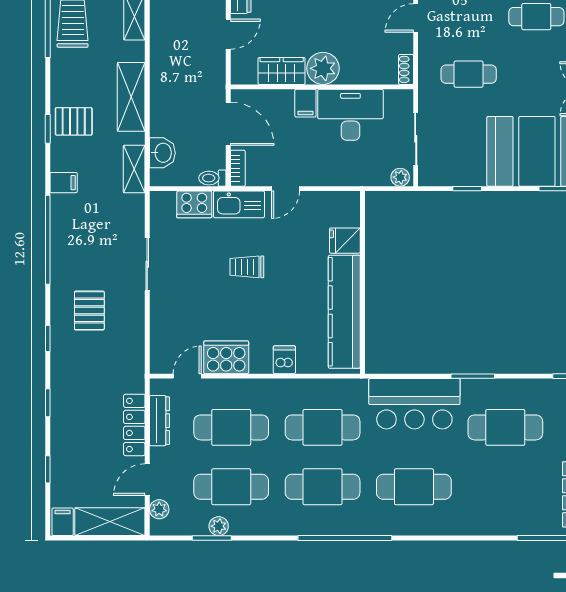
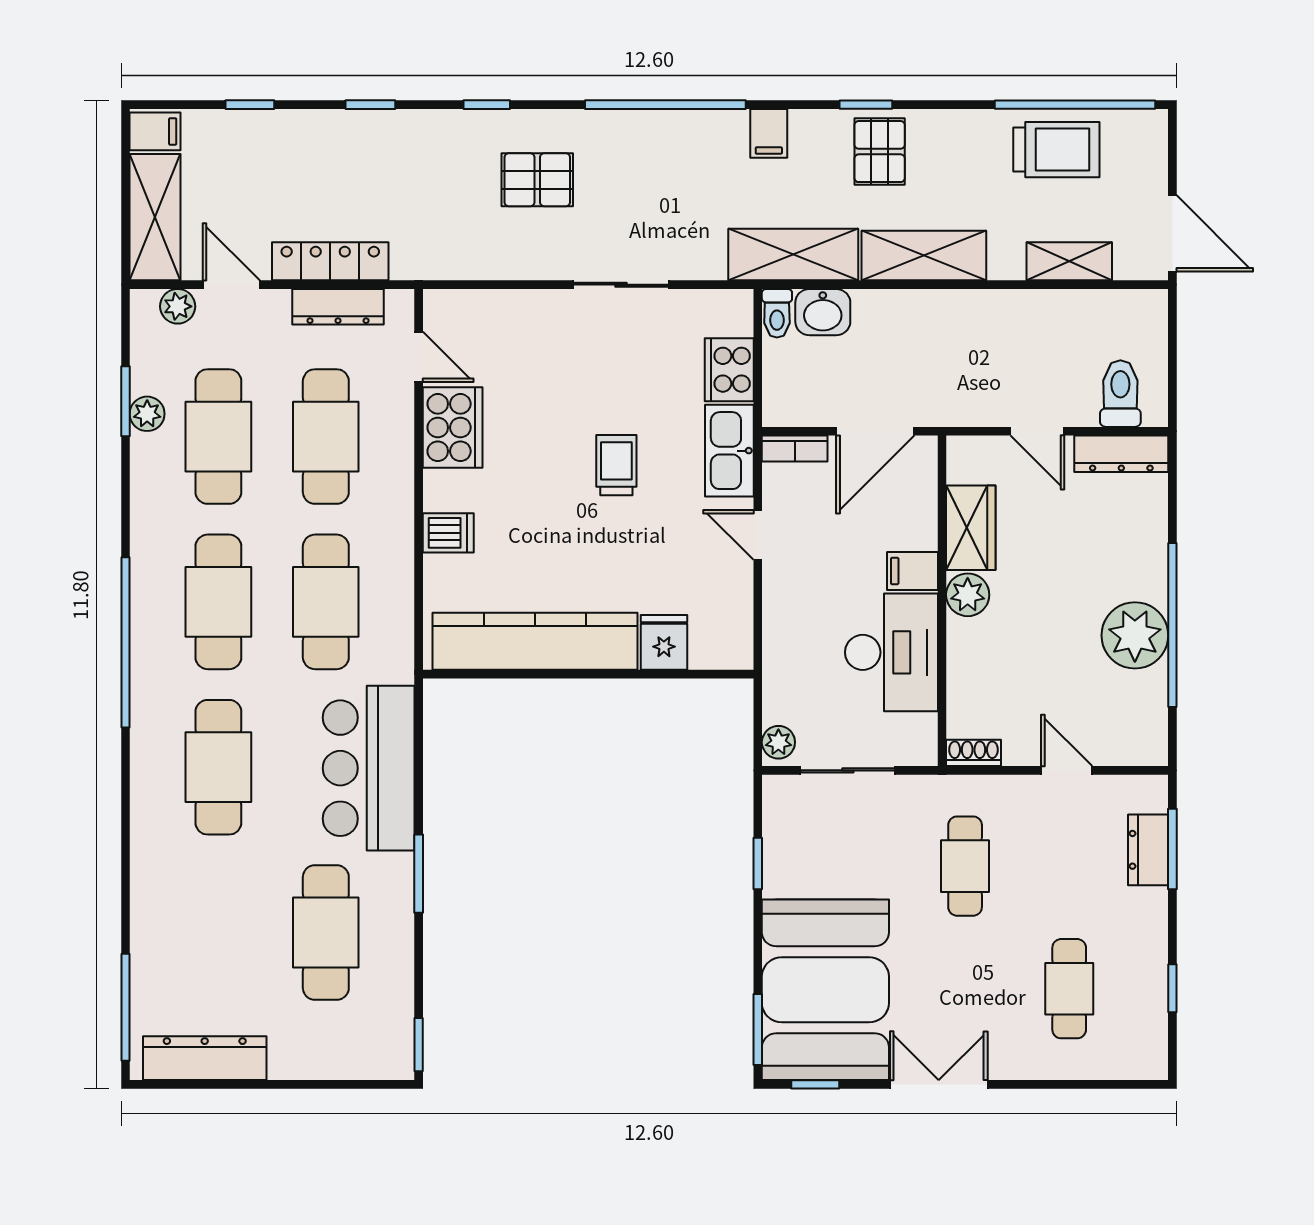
plant: (323, 68) -> (968, 595), width x0.73, depth x0.73
shelving: (134, 169) -> (793, 255), width x1.50, depth x1.33
toilet: (212, 178) -> (777, 313), moved, turned 180

